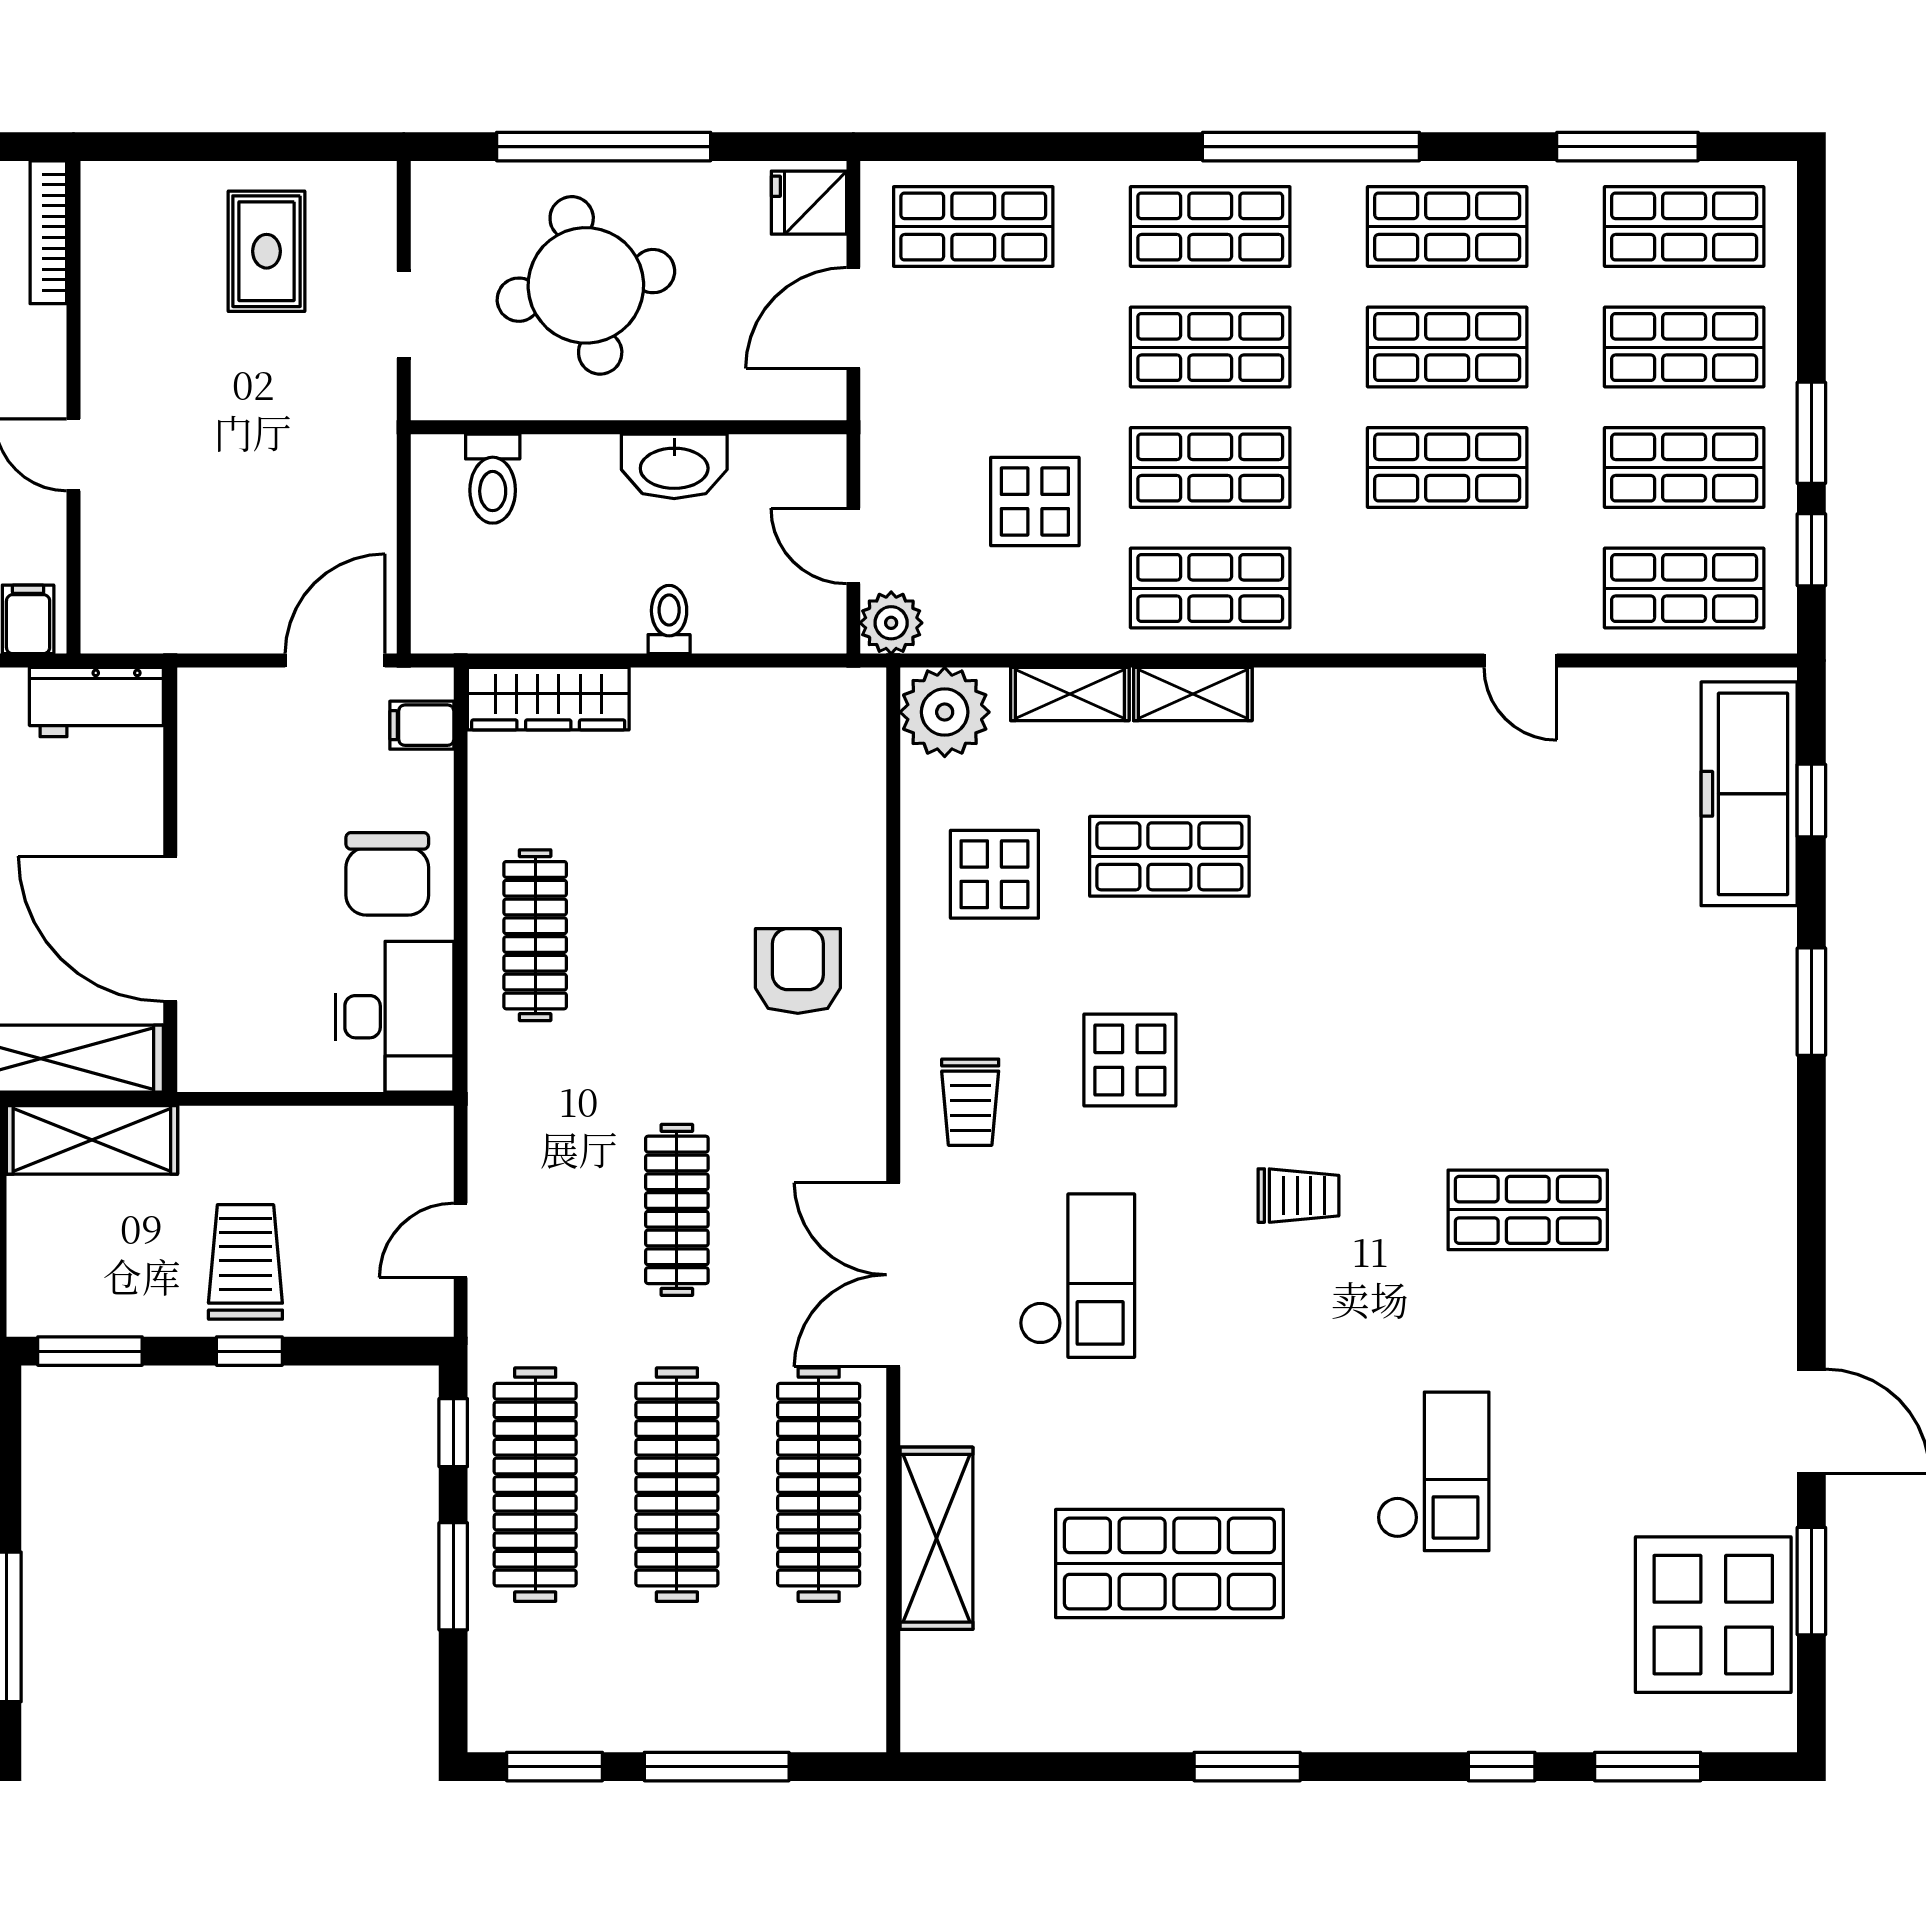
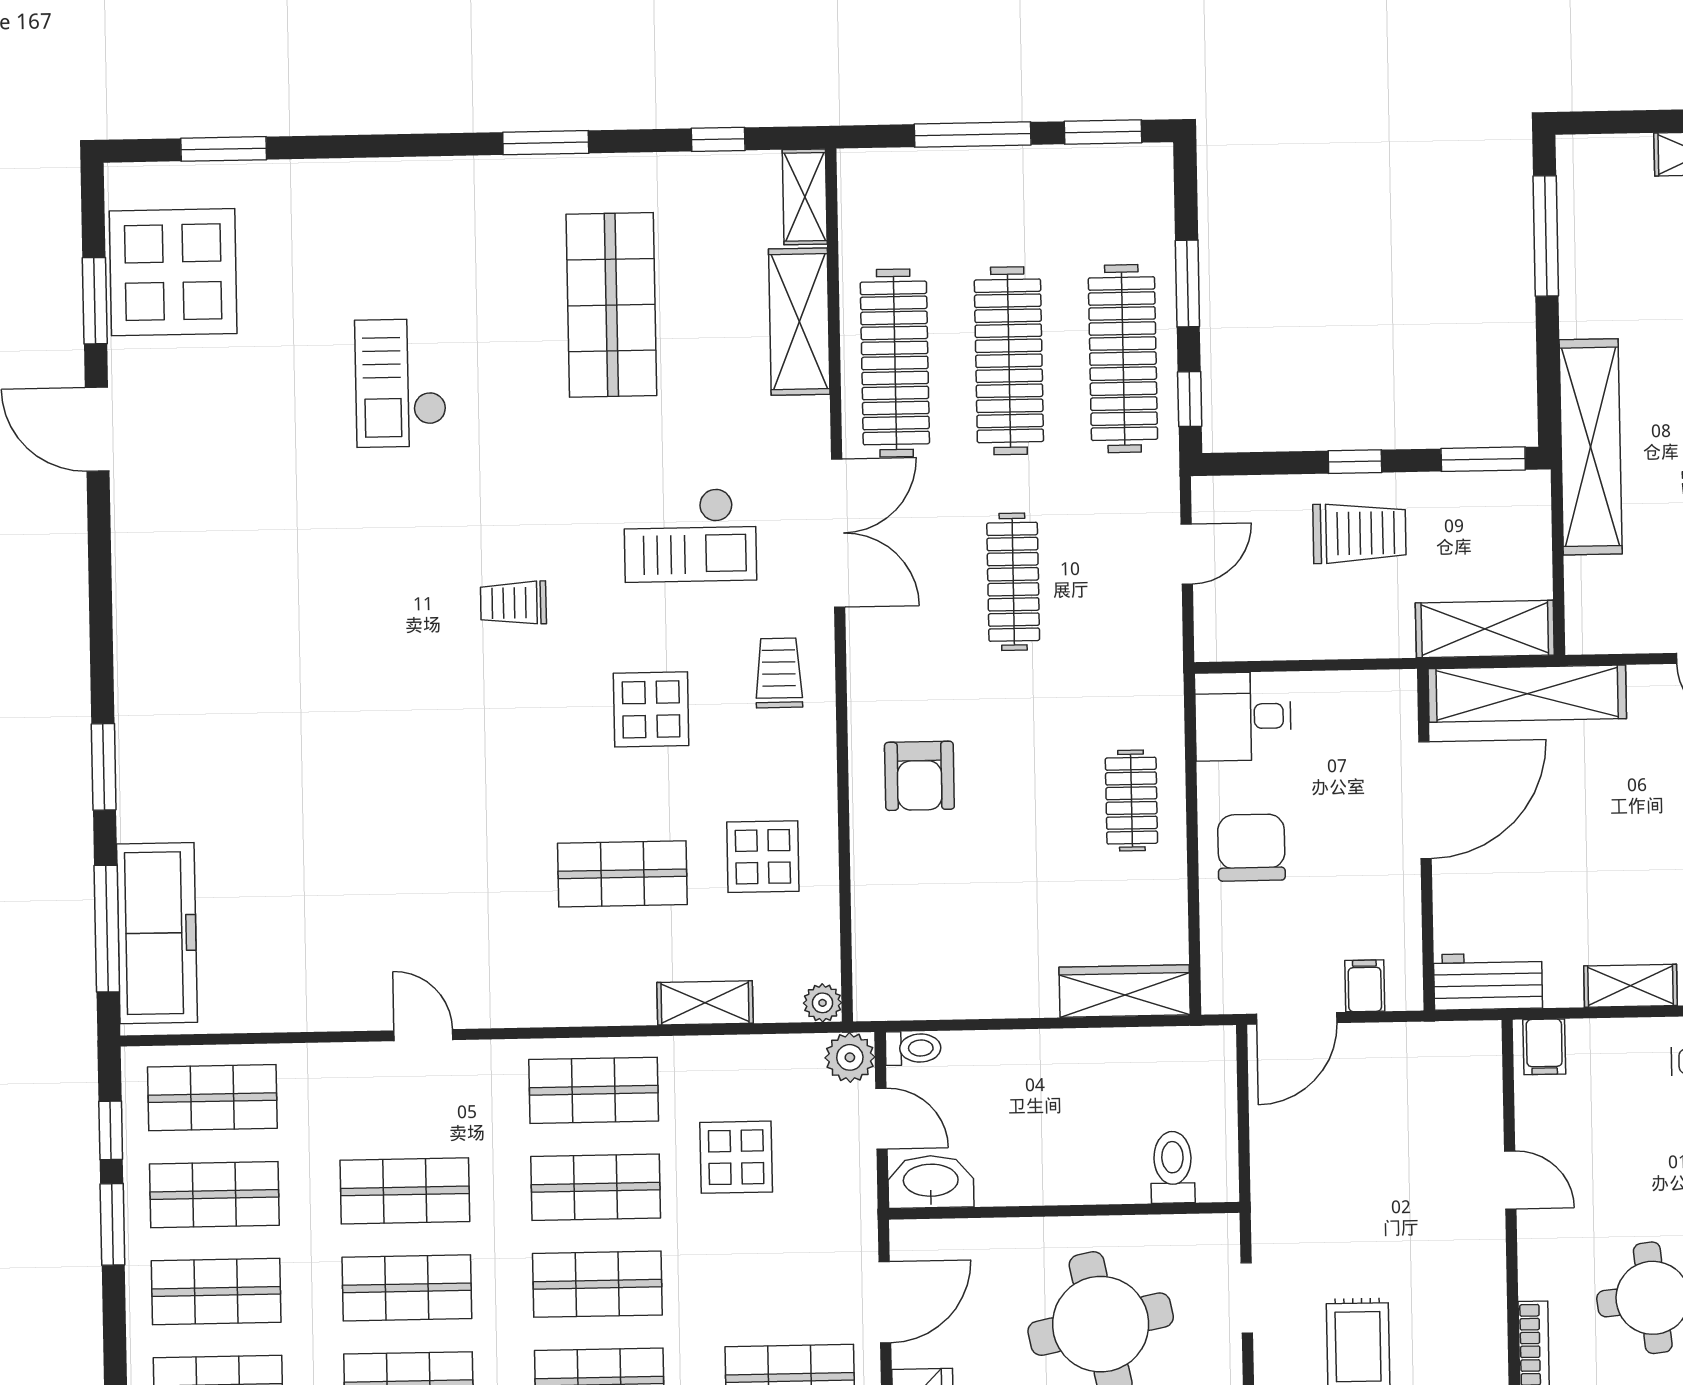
washbasin: (674, 466) -> (931, 1182), moved
toilet: (669, 620) -> (913, 1048), moved, turned -90
door: (1520, 661) -> (423, 1035), moved
shelving: (1193, 694) -> (805, 197), moved, turned 90
plant: (945, 712) -> (822, 1003), width x0.53, depth x0.53
filing cabinet: (422, 725) -> (1365, 986), moved, turned -90
window: (1811, 801) -> (107, 929), width x2.17
door: (170, 929) -> (1425, 800), hinge flipped
clothes rail: (535, 935) -> (1131, 801), width x0.73
desk: (395, 1017) -> (1243, 716), width x0.73
shop shelf: (1528, 1210) -> (329, 595), removed
trolley: (245, 1262) -> (1359, 533), turned -90
checkout: (1077, 1276) -> (690, 535), turned -90
shop shelf: (1169, 1563) -> (611, 305), turned 90
window: (1502, 1767) -> (718, 139), moved

